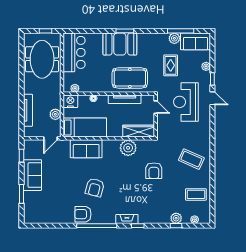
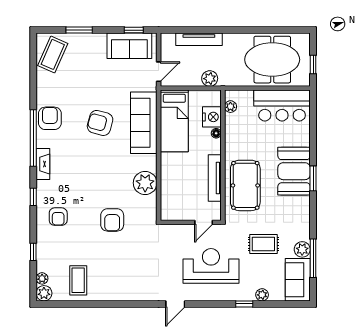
door: (212, 98) -> (175, 304), moved
nightstand: (70, 101) -> (212, 117), moved
plant: (55, 114) -> (210, 79), moved
wardrobe: (139, 131) -> (169, 198), removed
door: (50, 138) -> (159, 72), swing flipped
sofa: (86, 149) -> (144, 123), width x1.36
coffee table: (191, 159) -> (53, 54), moved
armchair: (154, 171) -> (112, 220), turned -90
sofa: (33, 175) -> (129, 46), moved
armchair: (95, 188) -> (100, 123), moved
armchair: (152, 208) -> (58, 217), added
plant: (176, 218) -> (44, 293), moved
fireplace: (127, 219) -> (43, 164), moved

